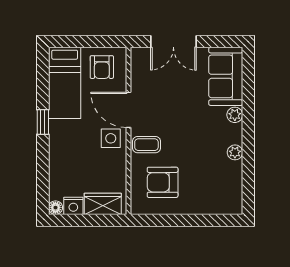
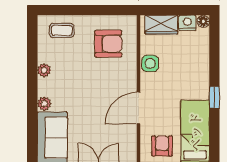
door: (128, 110) -> (138, 108), swing flipped
side table: (111, 138) -> (150, 63), moved
coffee table: (146, 145) -> (62, 30), moved

